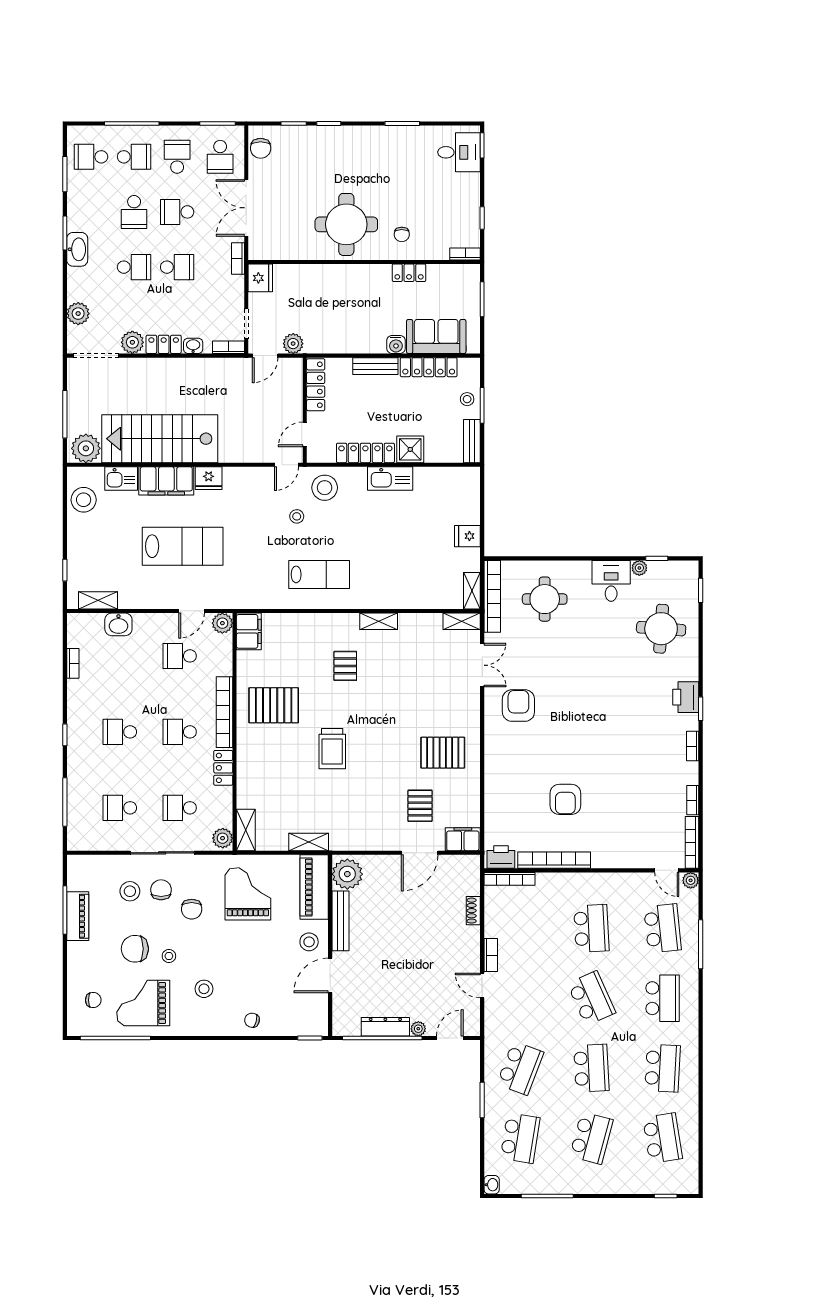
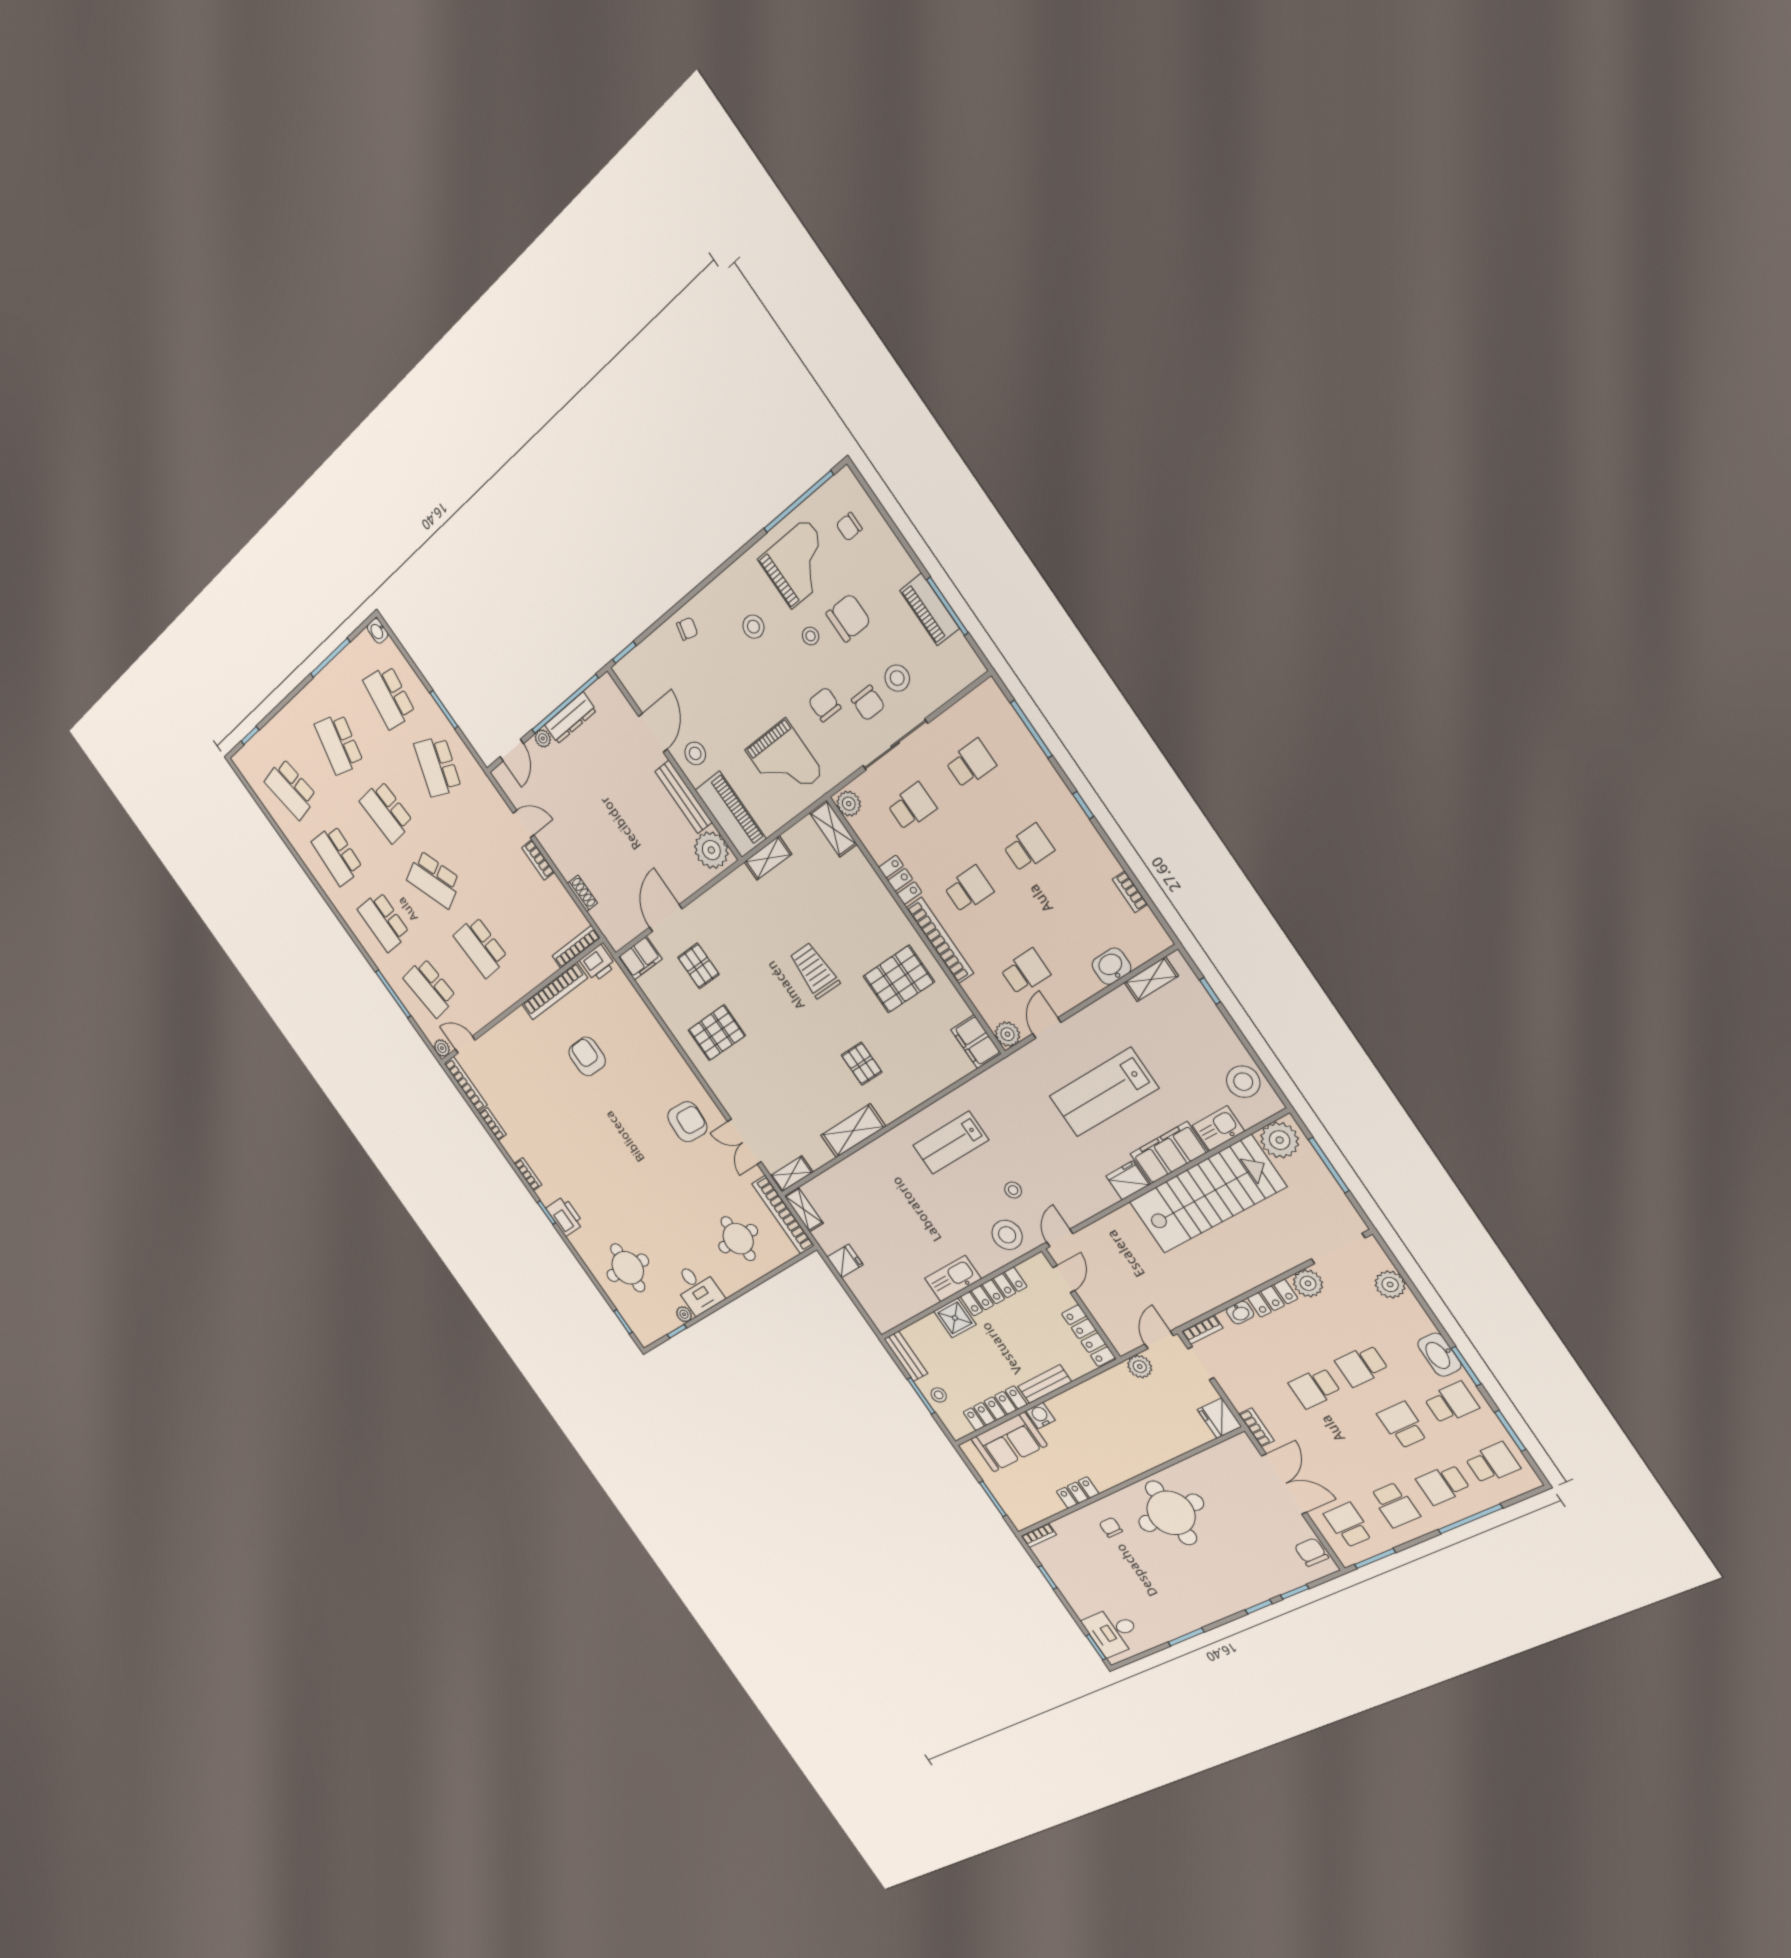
school desk: (177, 212) -> (1451, 1403), moved
shelving: (379, 621) -> (853, 1131), width x1.50, depth x1.33
armchair: (518, 706) -> (687, 1122), turned -86

